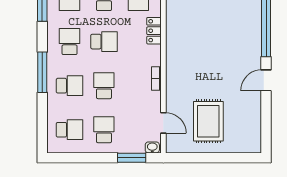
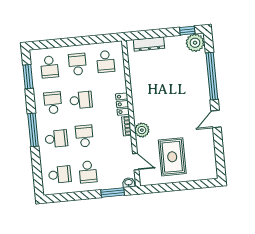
locker: (154, 31) -> (122, 104), moved
plant: (175, 85) -> (142, 130), added
school desk: (104, 130) -> (88, 172), turned 180

